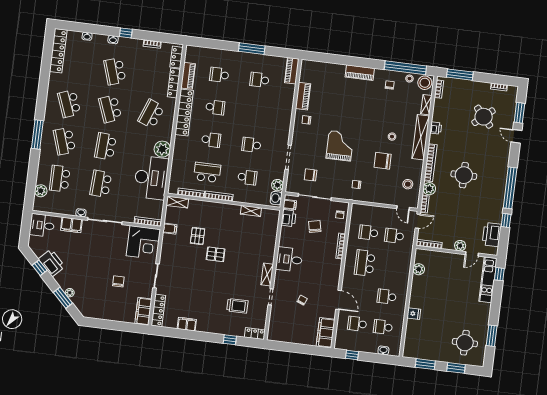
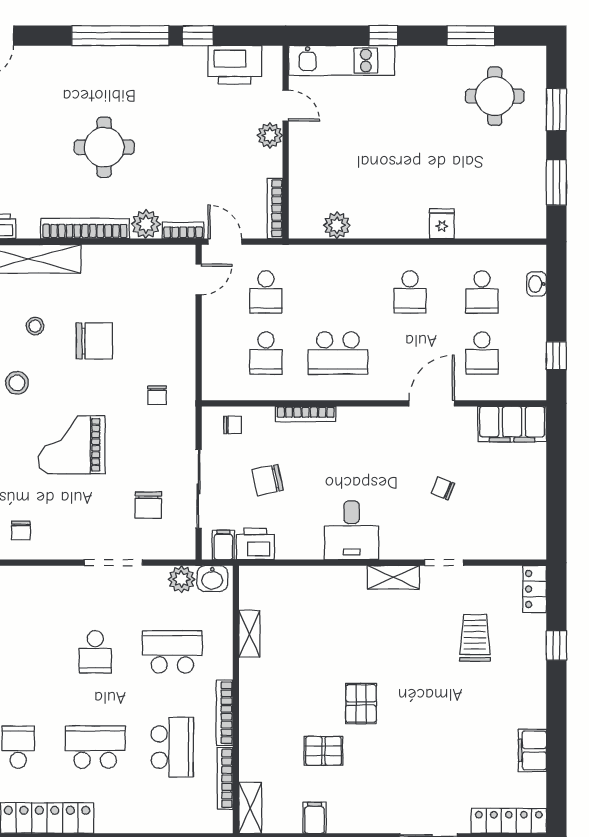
school desk: (211, 140) -> (95, 747), width x1.85
chair: (383, 161) -> (94, 341), turned -90
school desk: (207, 172) -> (172, 747), turned 180
school desk: (247, 177) -> (172, 652), width x1.85
stool: (408, 184) -> (17, 383), moved
window: (499, 274) -> (383, 36), moved

